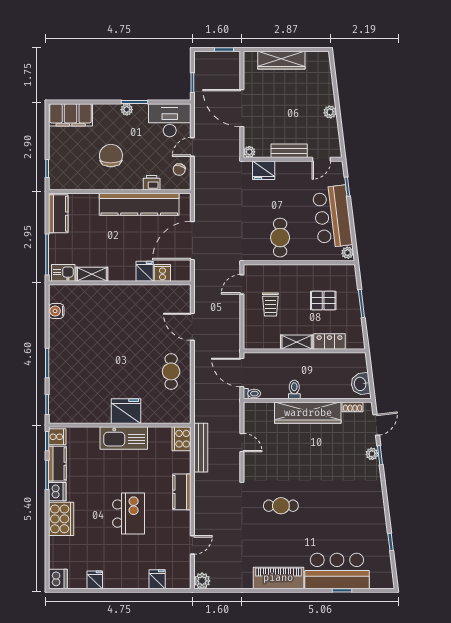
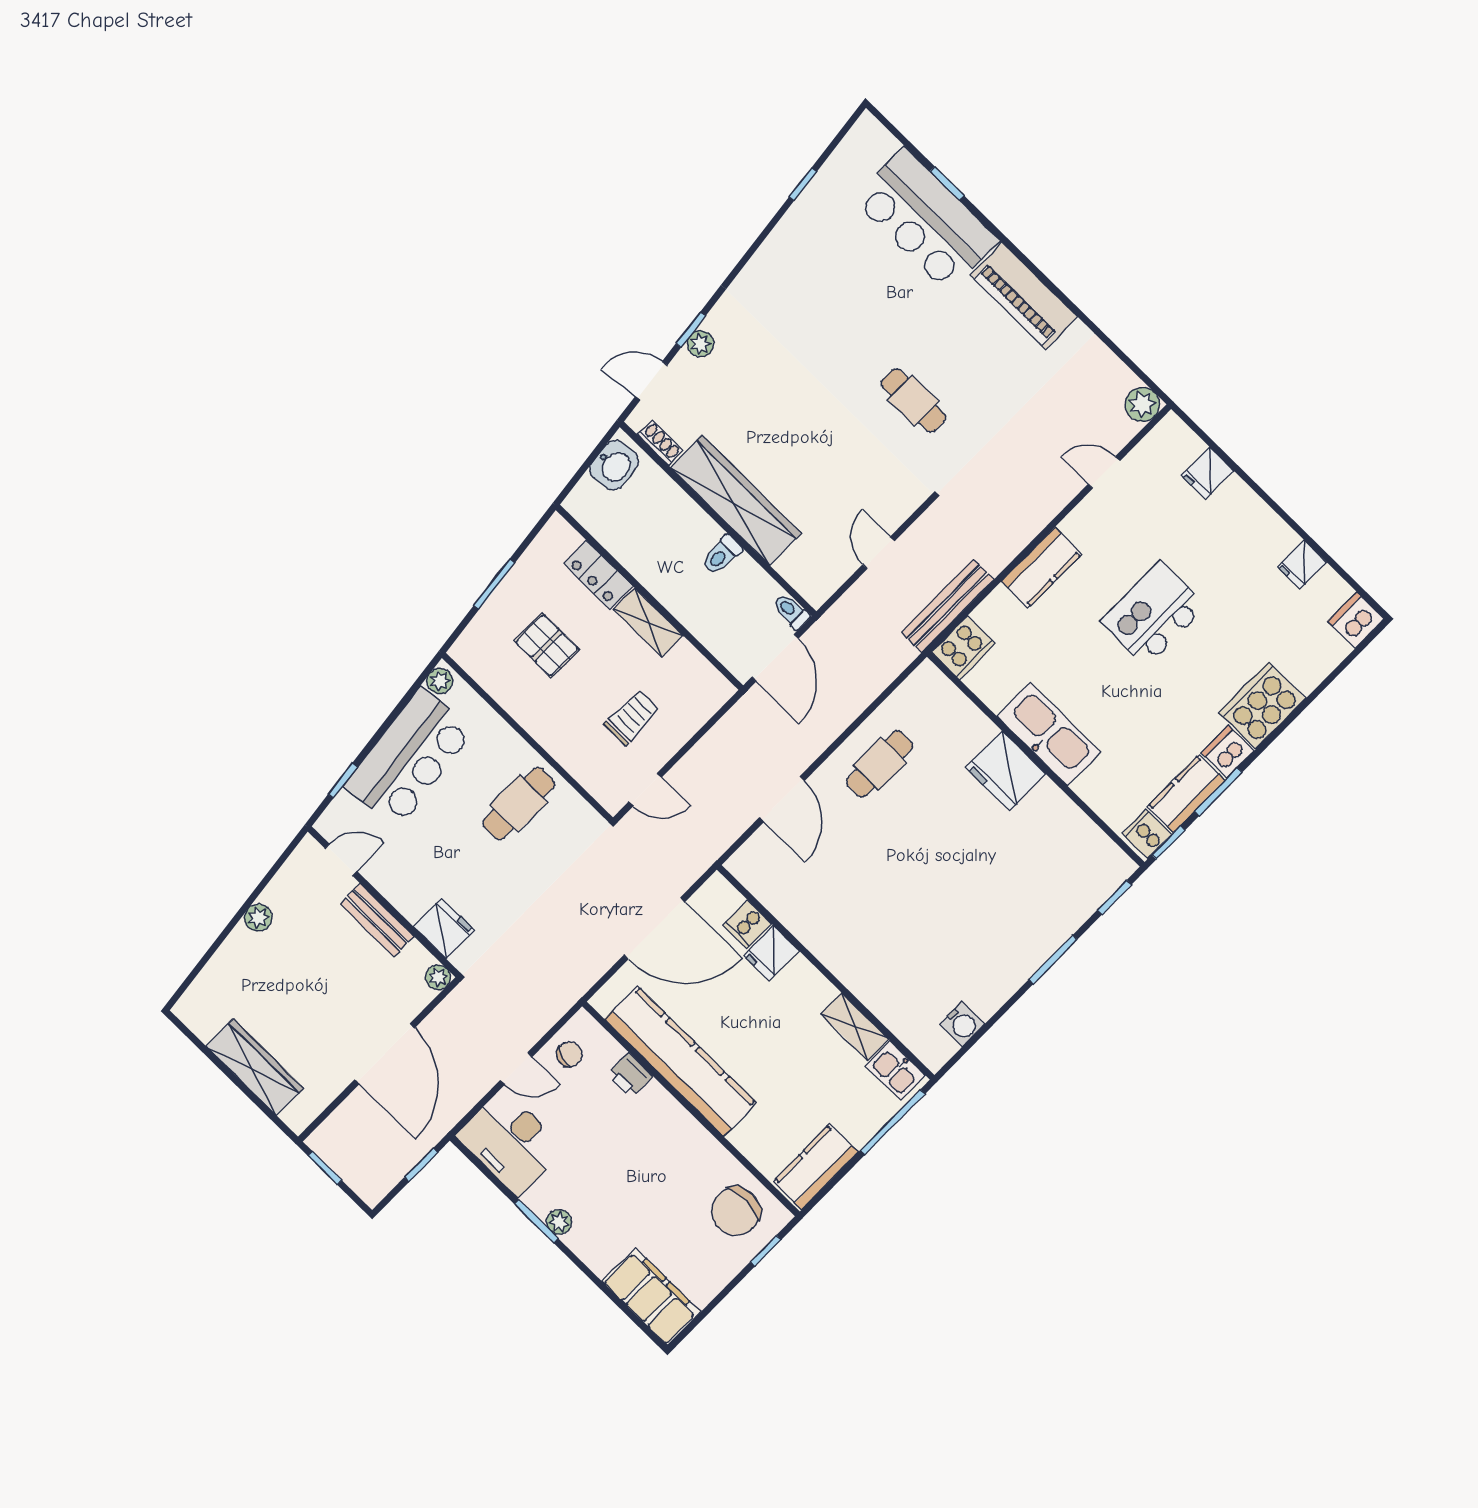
chair: (111, 156) -> (736, 1211), moved

